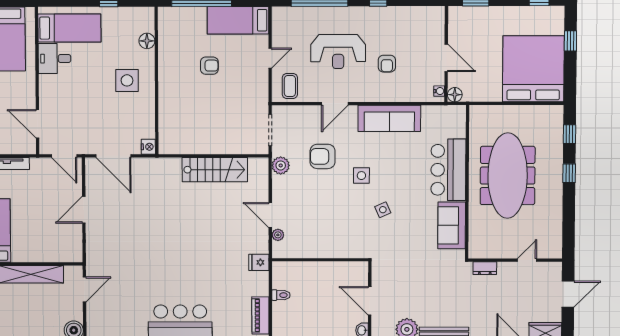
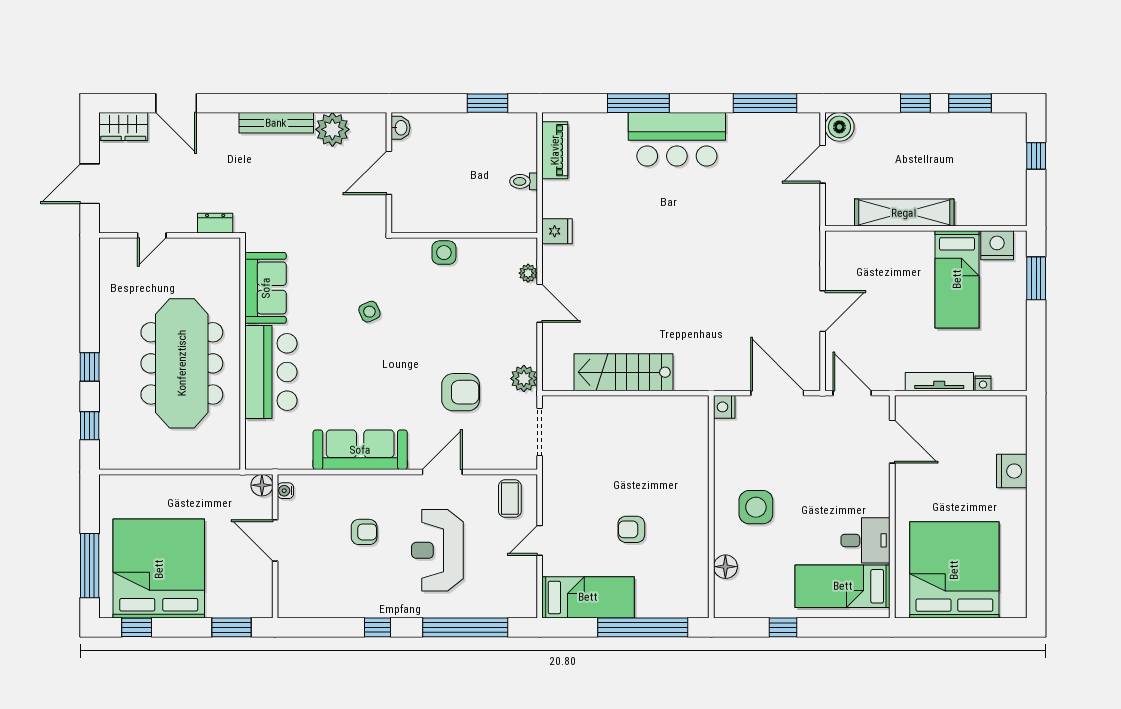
window: (570, 41) -> (90, 566), width x2.17
reception desk: (338, 51) -> (437, 550), turned -90
armchair: (387, 64) -> (364, 532), turned 90
bed: (533, 69) -> (159, 569), moved, turned 180
side table: (361, 176) -> (444, 253), moved
door: (84, 289) -> (823, 164), moved
door: (370, 301) -> (389, 173), swing flipped

